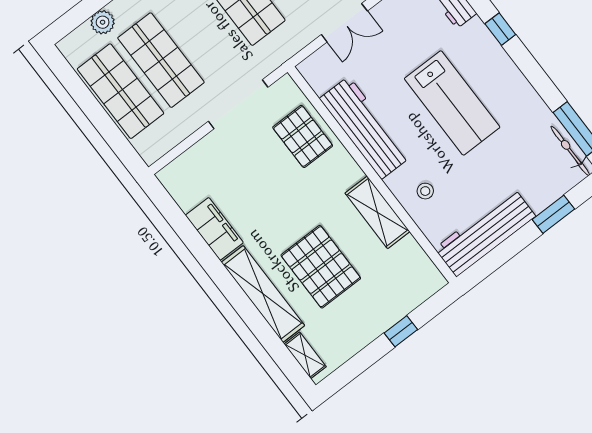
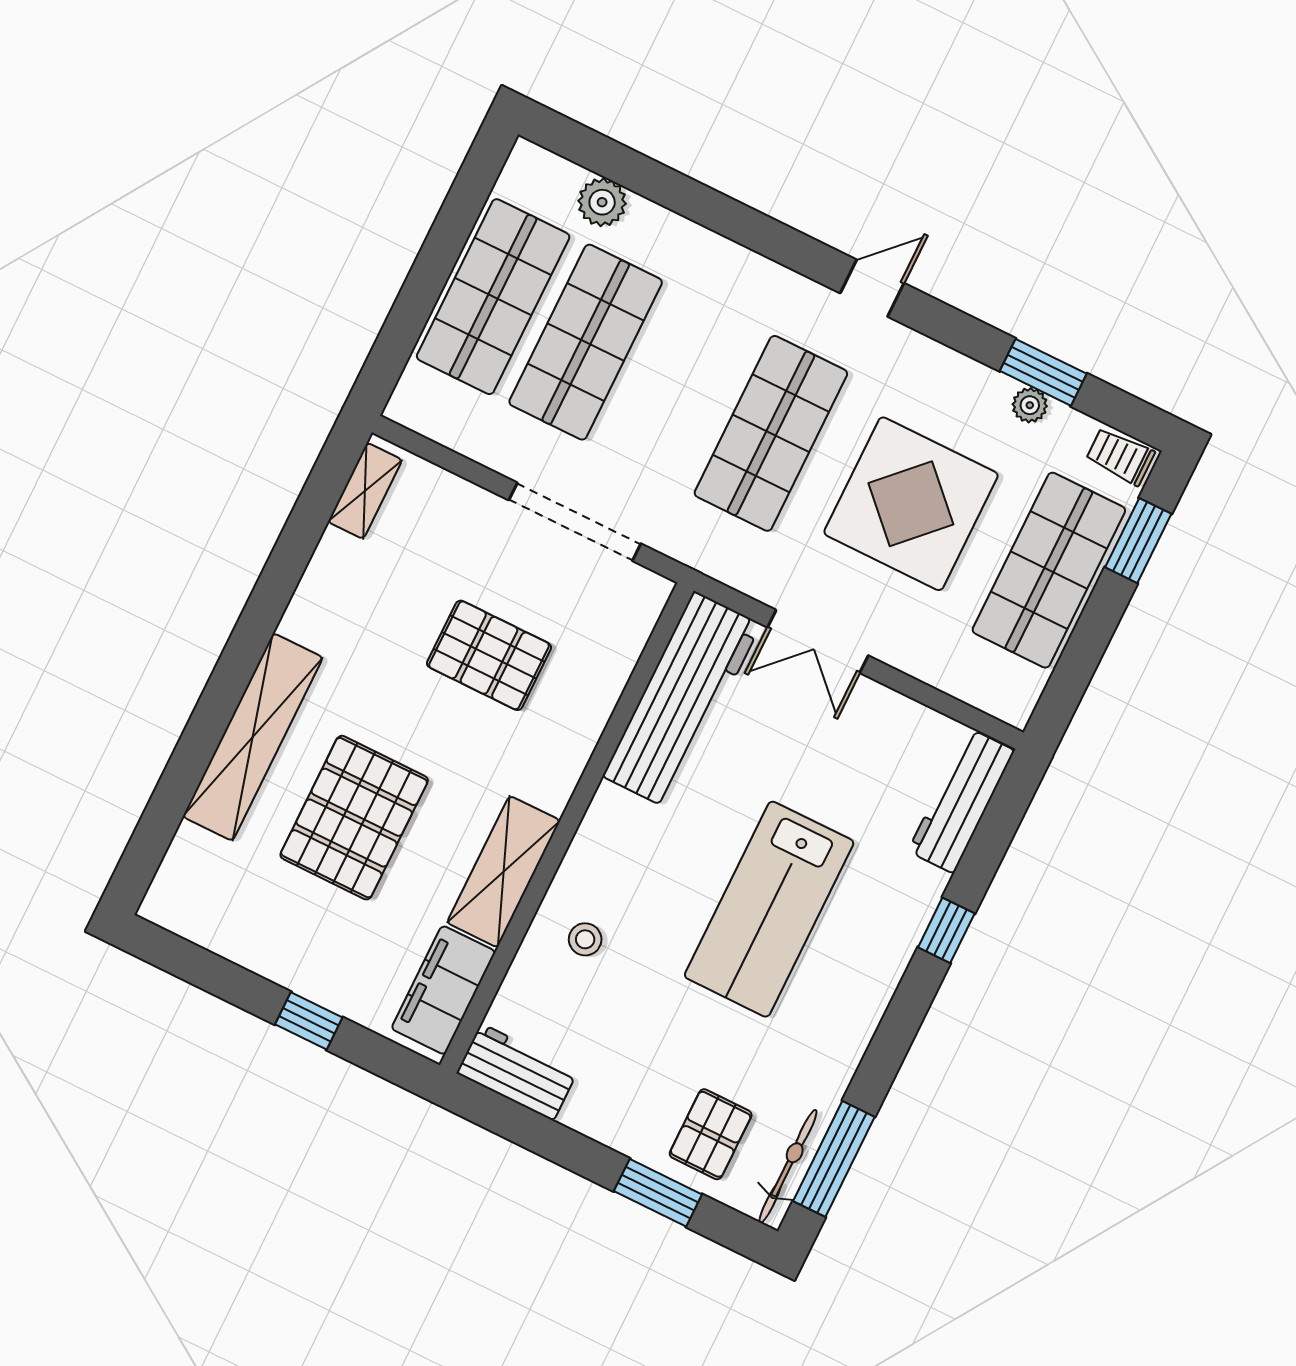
workbench: (365, 128) -> (682, 700), moved
pallet: (303, 136) -> (489, 655), moved, turned 90
pallet: (539, 178) -> (711, 1134), added
filing cabinet: (214, 229) -> (443, 990), moved, turned 180
workbench: (485, 232) -> (517, 1072), width x0.53, depth x0.76
shelving: (305, 355) -> (365, 491), moved

